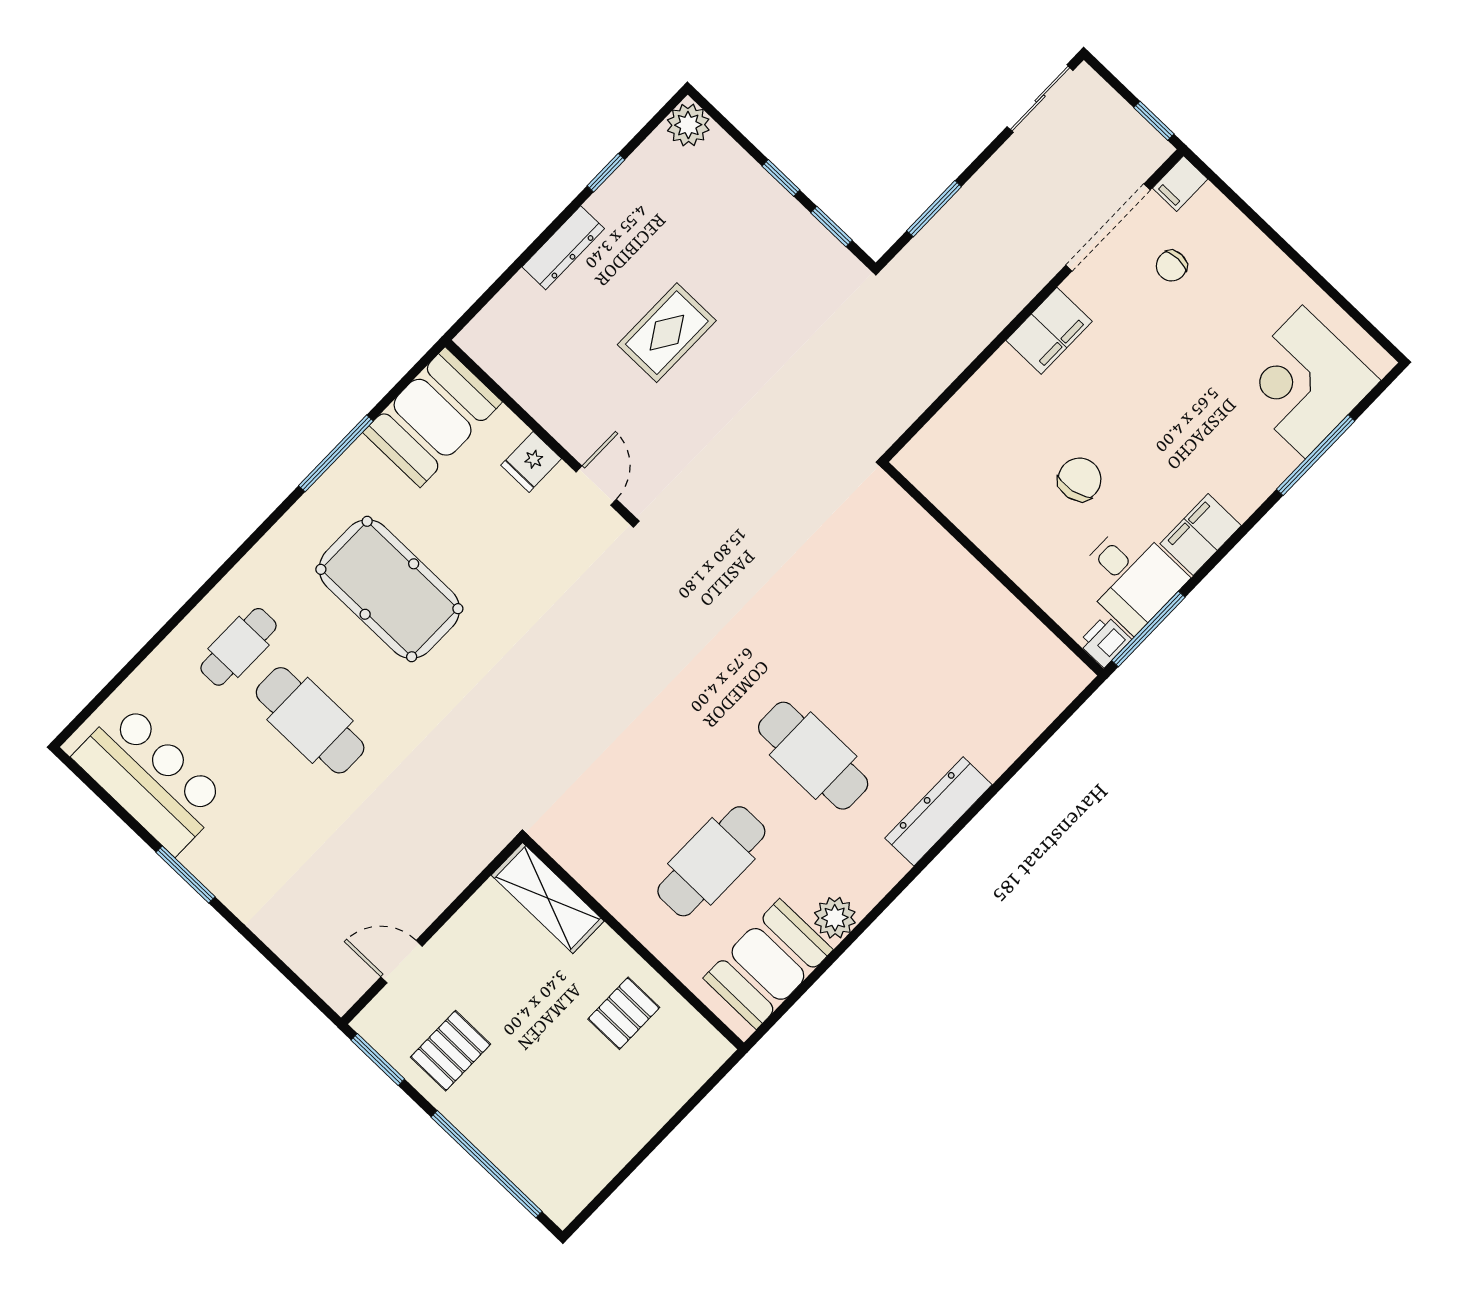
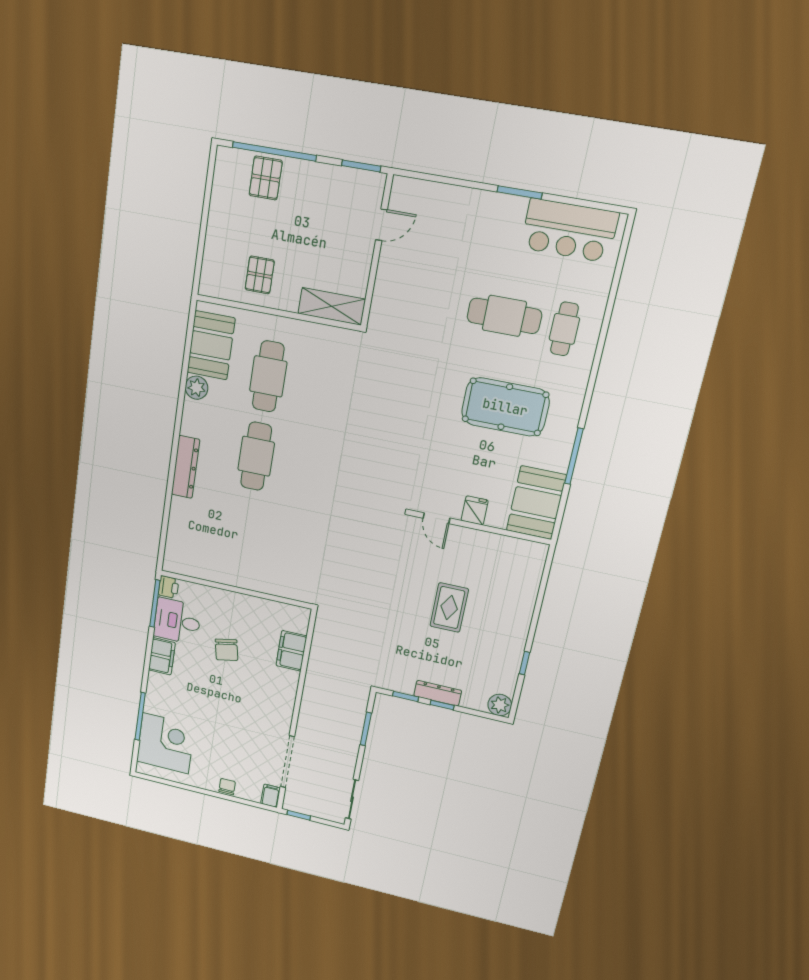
dresser: (563, 248) -> (438, 693), moved, turned 90
chair: (1172, 266) -> (227, 787), moved
filing cabinet: (1049, 331) -> (291, 651), moved
cafe table: (813, 756) -> (256, 456), turned 90
pallet: (451, 1051) -> (266, 178), moved

